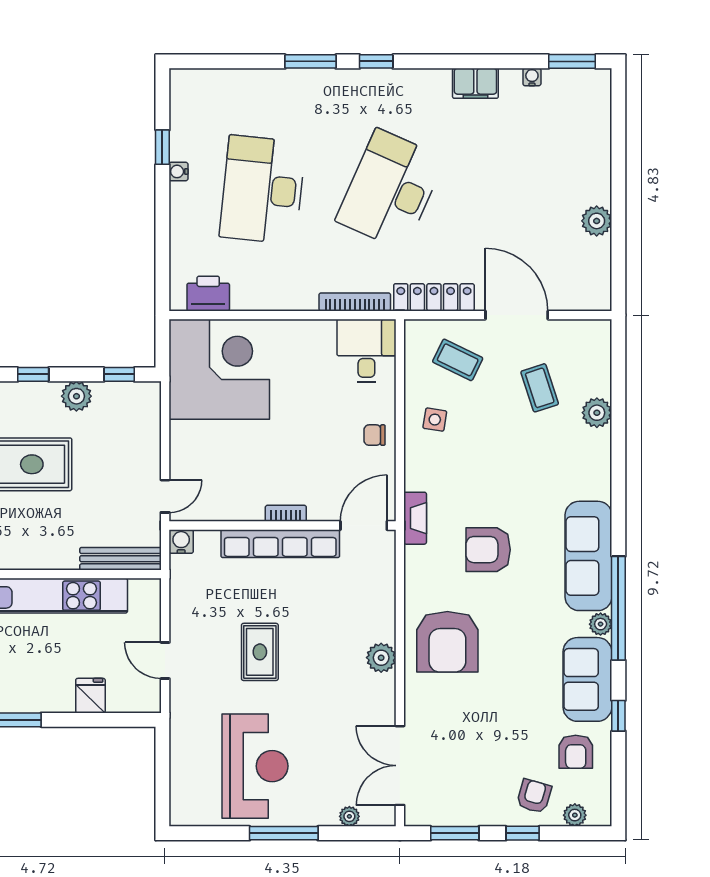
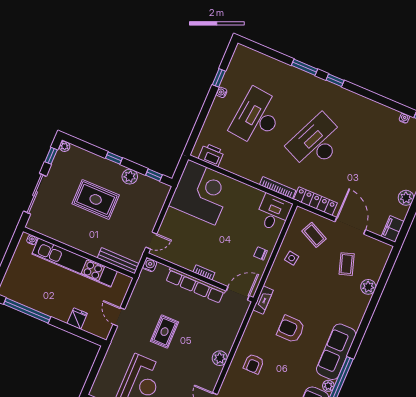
filing cabinet: (475, 83) -> (393, 229), moved, turned 90
armchair: (447, 642) -> (254, 364), width x0.53, depth x0.53

